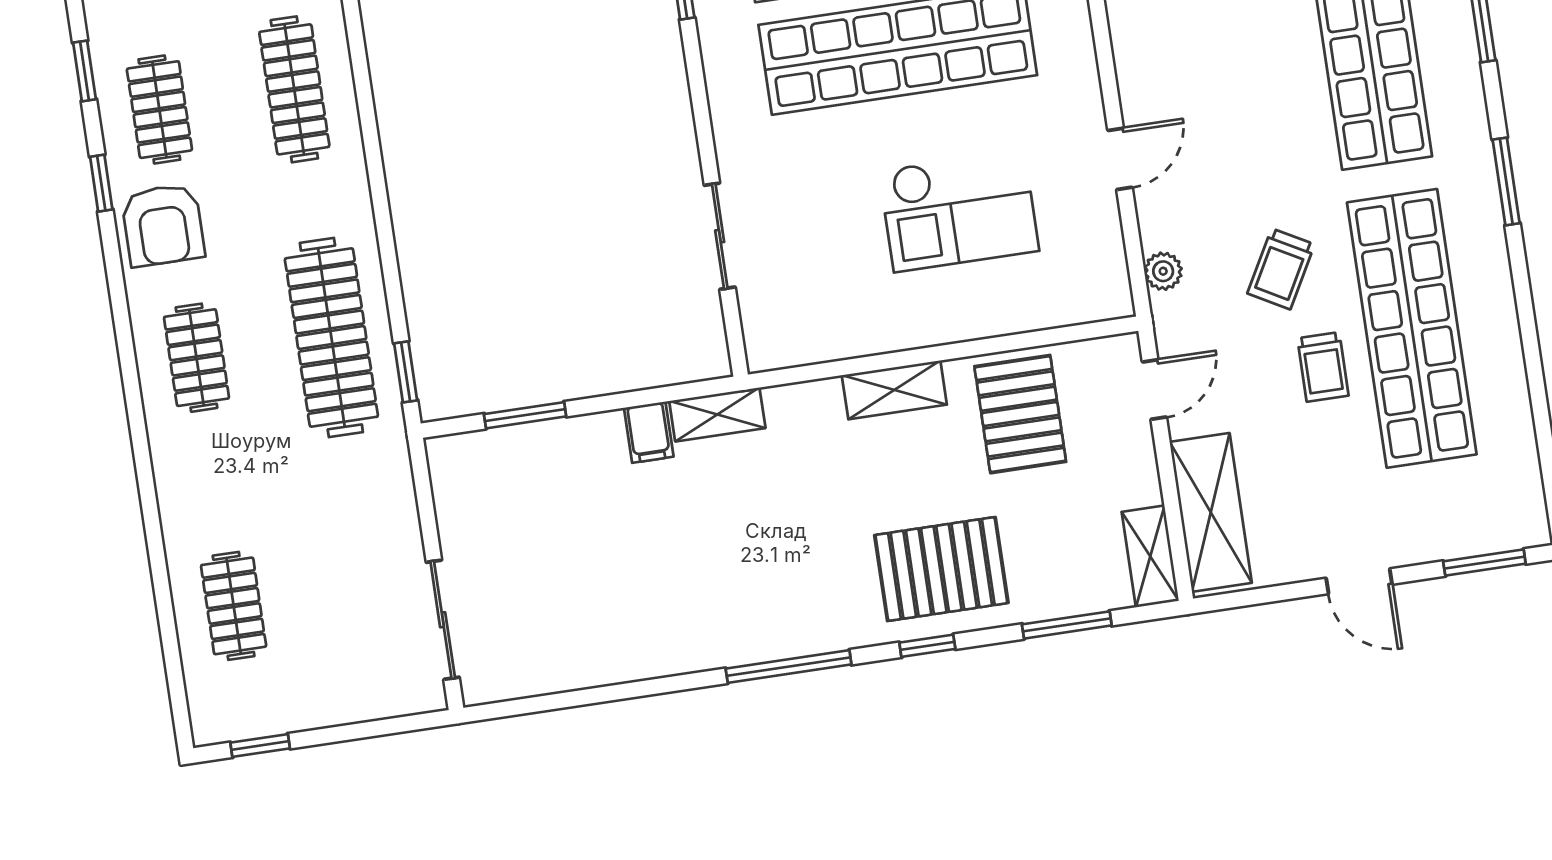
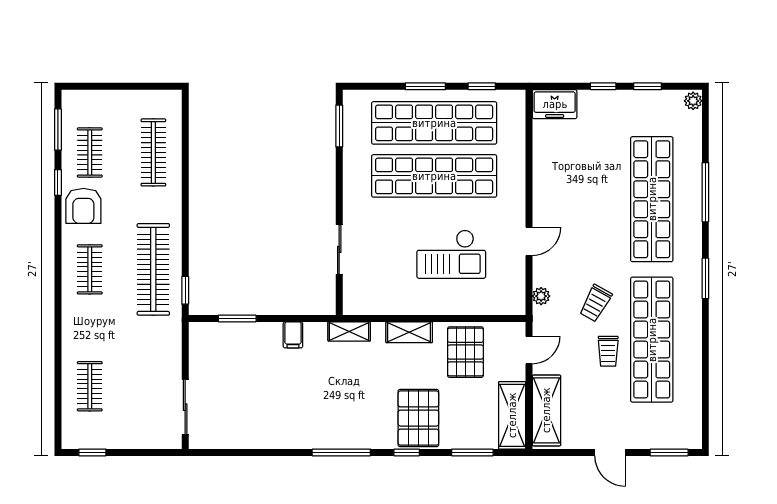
window: (85, 71) -> (58, 130), width x1.50
shelving: (717, 415) -> (349, 331), moved
shelving: (1150, 556) -> (512, 415), width x1.50, depth x1.33
pallet: (941, 569) -> (418, 418), turned 90

